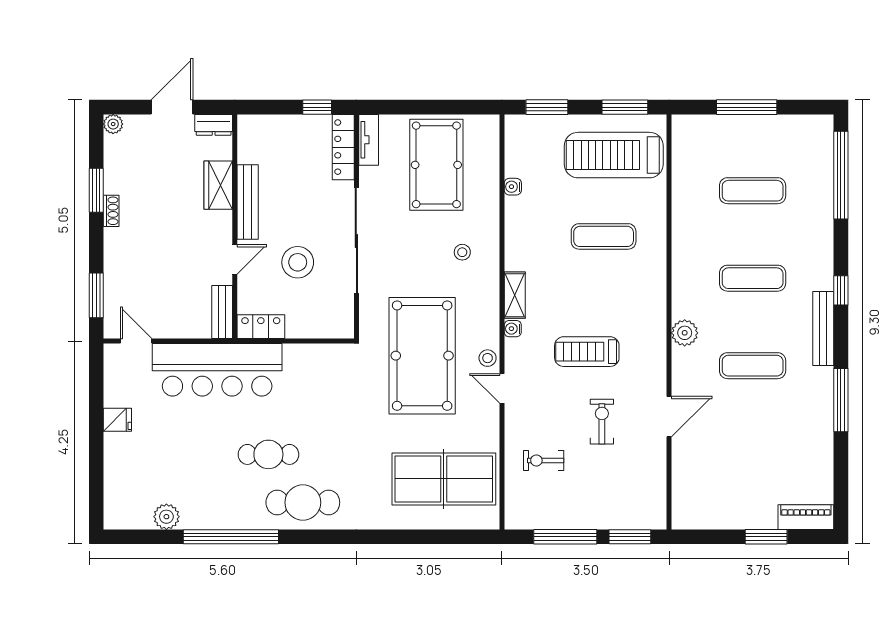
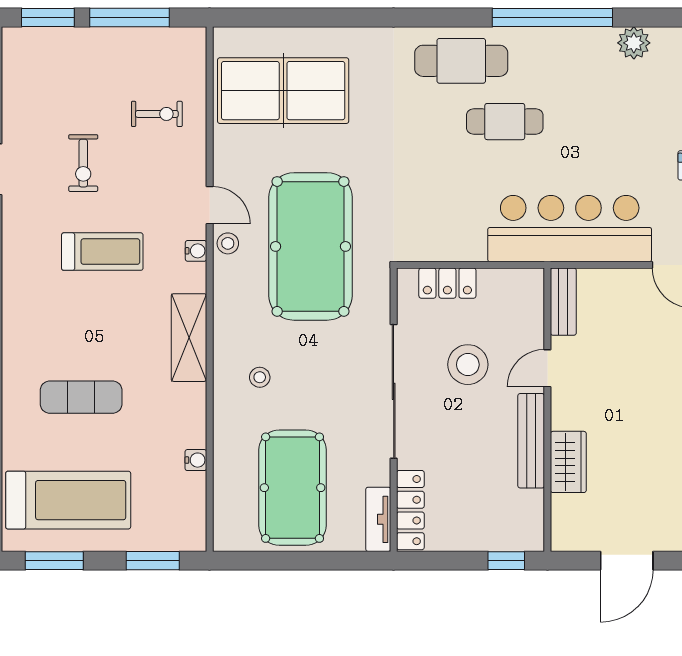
window: (317, 107) -> (506, 561), moved
dresser: (214, 125) -> (574, 538), removed
shelving: (515, 295) -> (189, 338), width x1.50, depth x1.33
locker: (261, 327) -> (447, 283), moved
water cooler: (513, 329) -> (196, 251), moved

